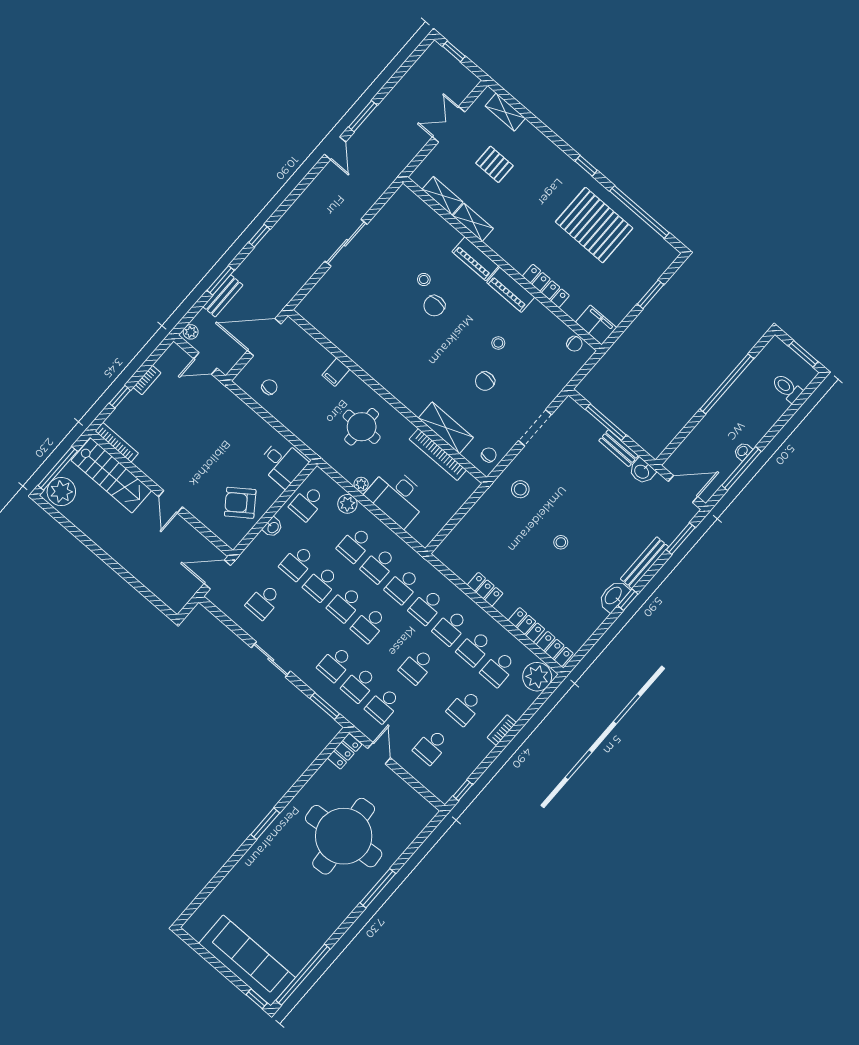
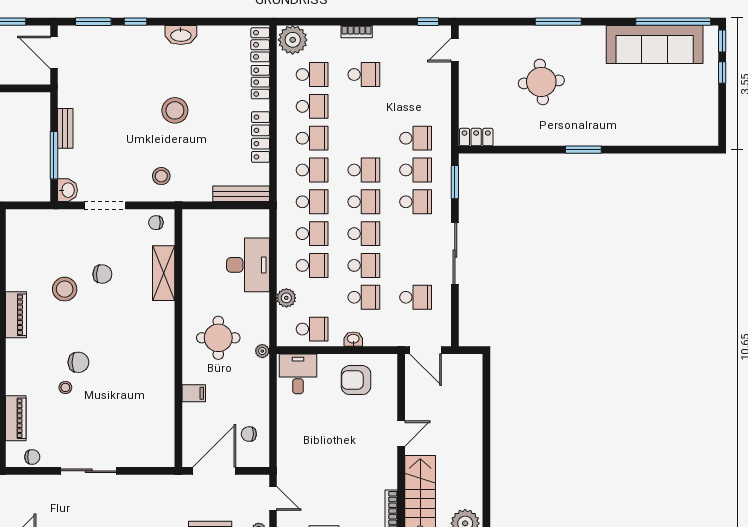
piano: (475, 259) -> (16, 418), moved
door: (264, 337) -> (214, 471), swing flipped
stool: (498, 343) -> (65, 289), width x1.89, depth x1.89
chair: (574, 344) -> (32, 457), moved, turned 90
bookcase: (438, 455) -> (189, 262), removed
washbasin: (642, 471) -> (67, 190), moved
plant: (361, 484) -> (262, 351), moved
armchair: (240, 503) -> (356, 380), turned 126
stool: (561, 542) -> (175, 110), width x1.89, depth x1.89
bench: (644, 563) -> (241, 194), moved
locker: (485, 589) -> (260, 137), width x1.53
window: (628, 600) -> (135, 22), moved
sliding door: (271, 659) -> (455, 254), width x1.37
school desk: (417, 666) -> (364, 170), moved
school desk: (431, 747) -> (416, 75), removed
door: (379, 753) -> (455, 50), moved
round table: (344, 836) -> (541, 82), width x0.54, depth x0.54
sofa: (247, 960) -> (655, 44), moved, turned -90
window: (233, 978) -> (722, 73), added

